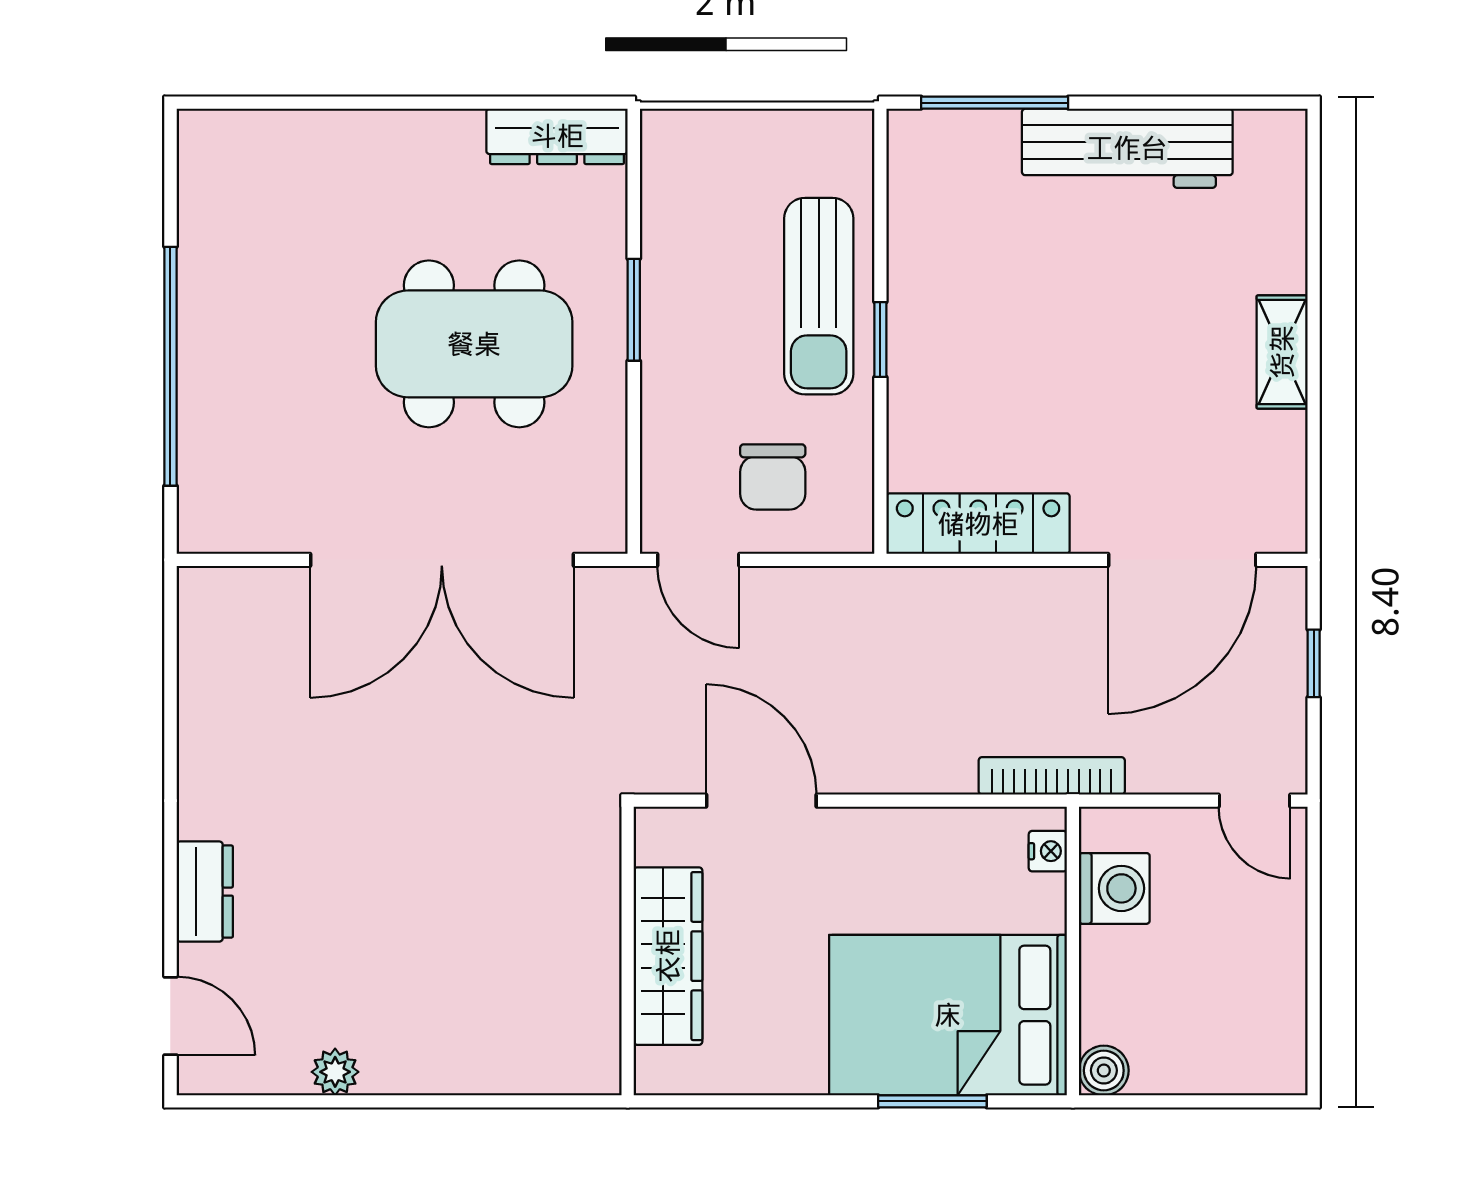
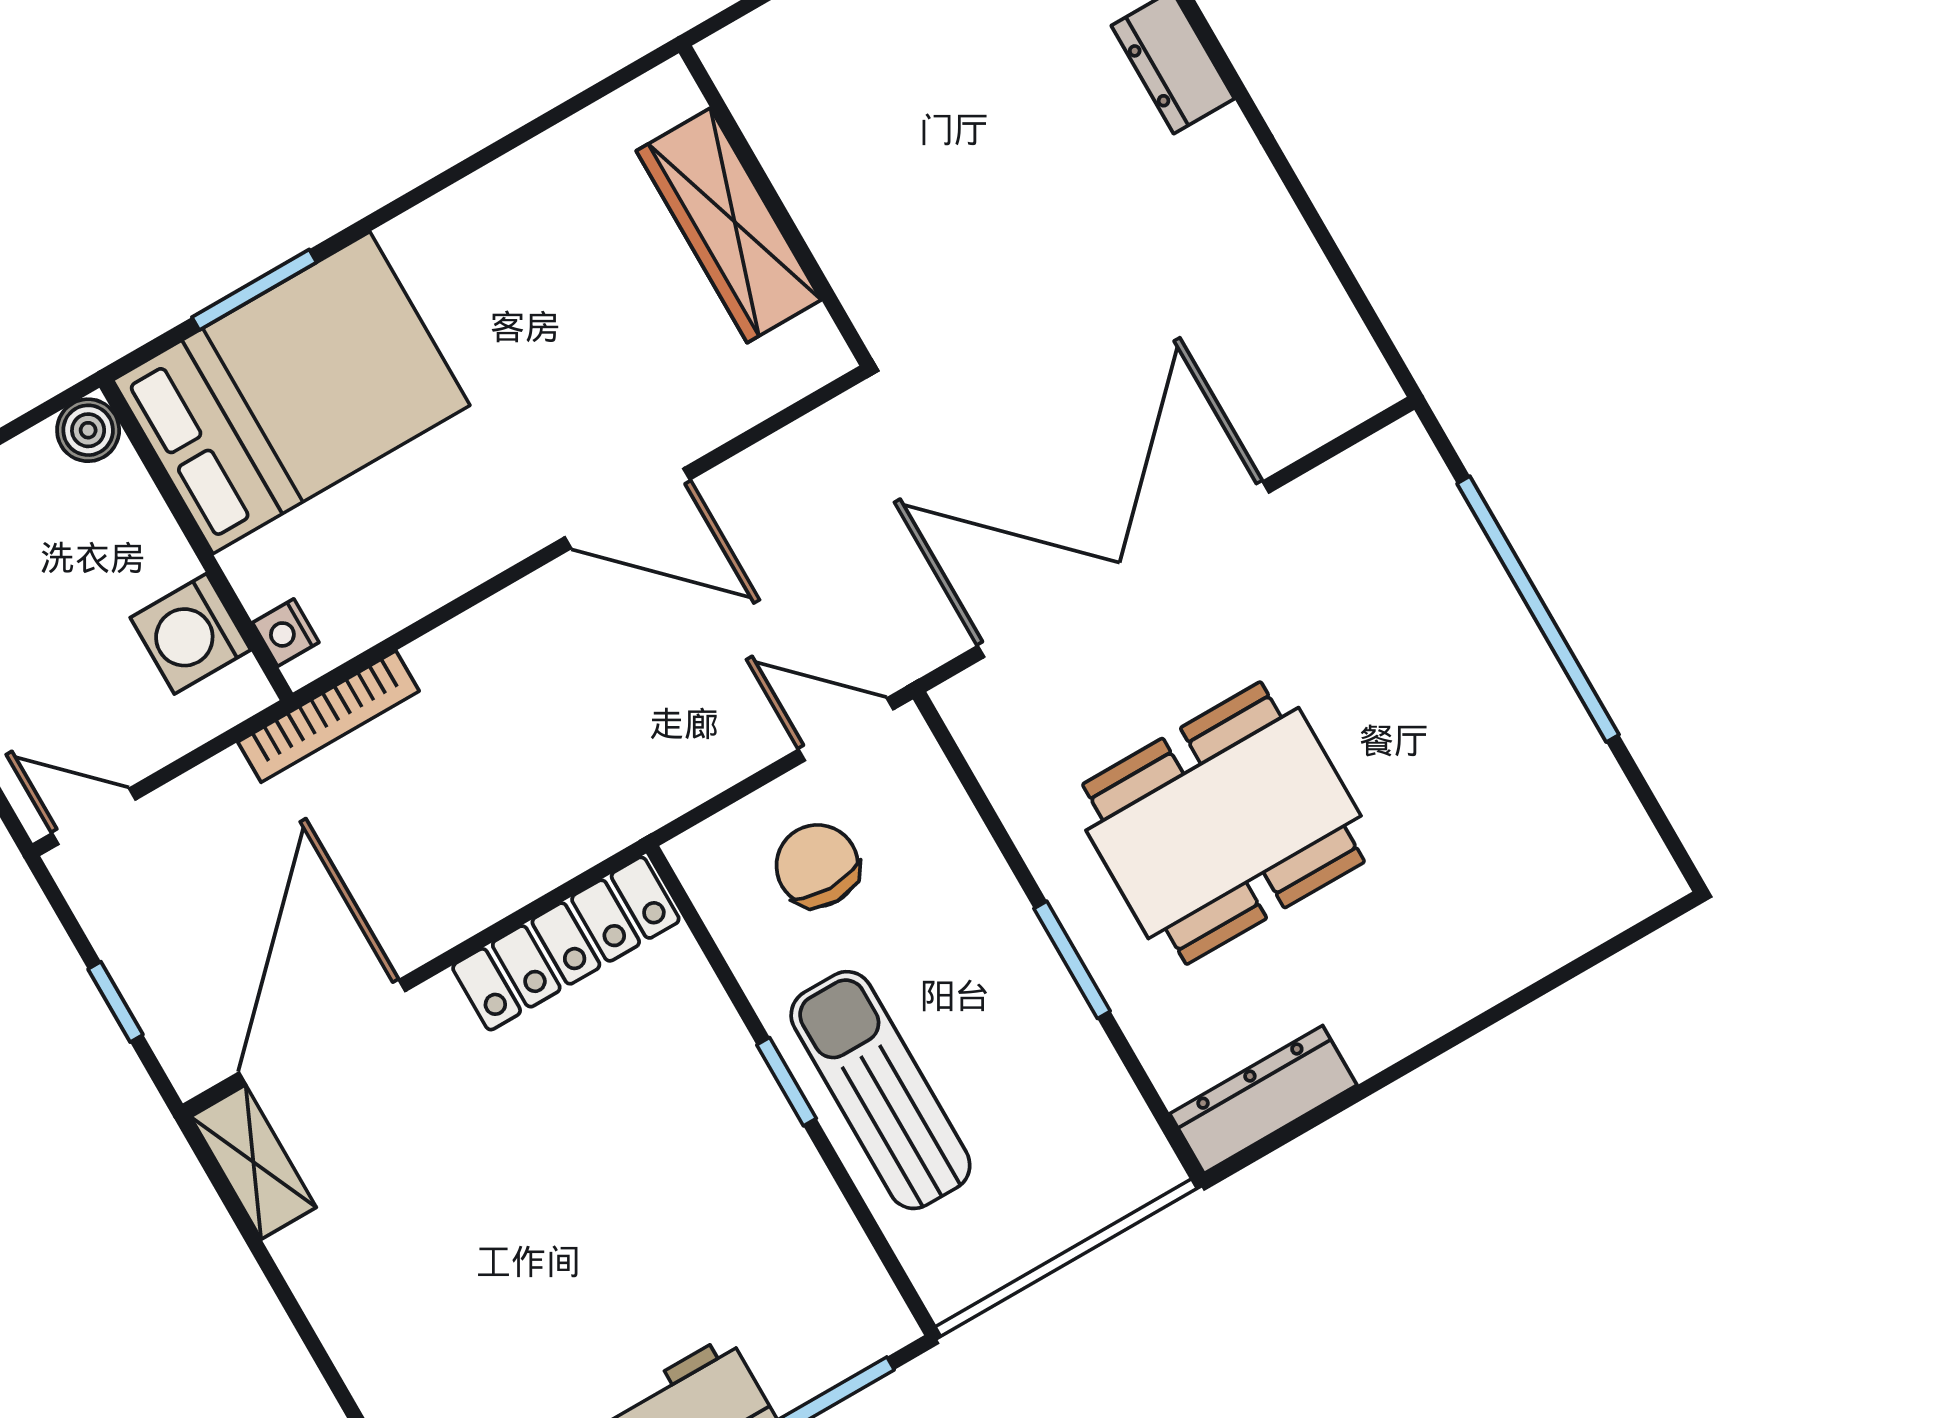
shelving: (1282, 352) -> (253, 1162), moved
wall: (628, 951) -> (776, 206), moved
wardrobe: (668, 956) -> (729, 225), moved

